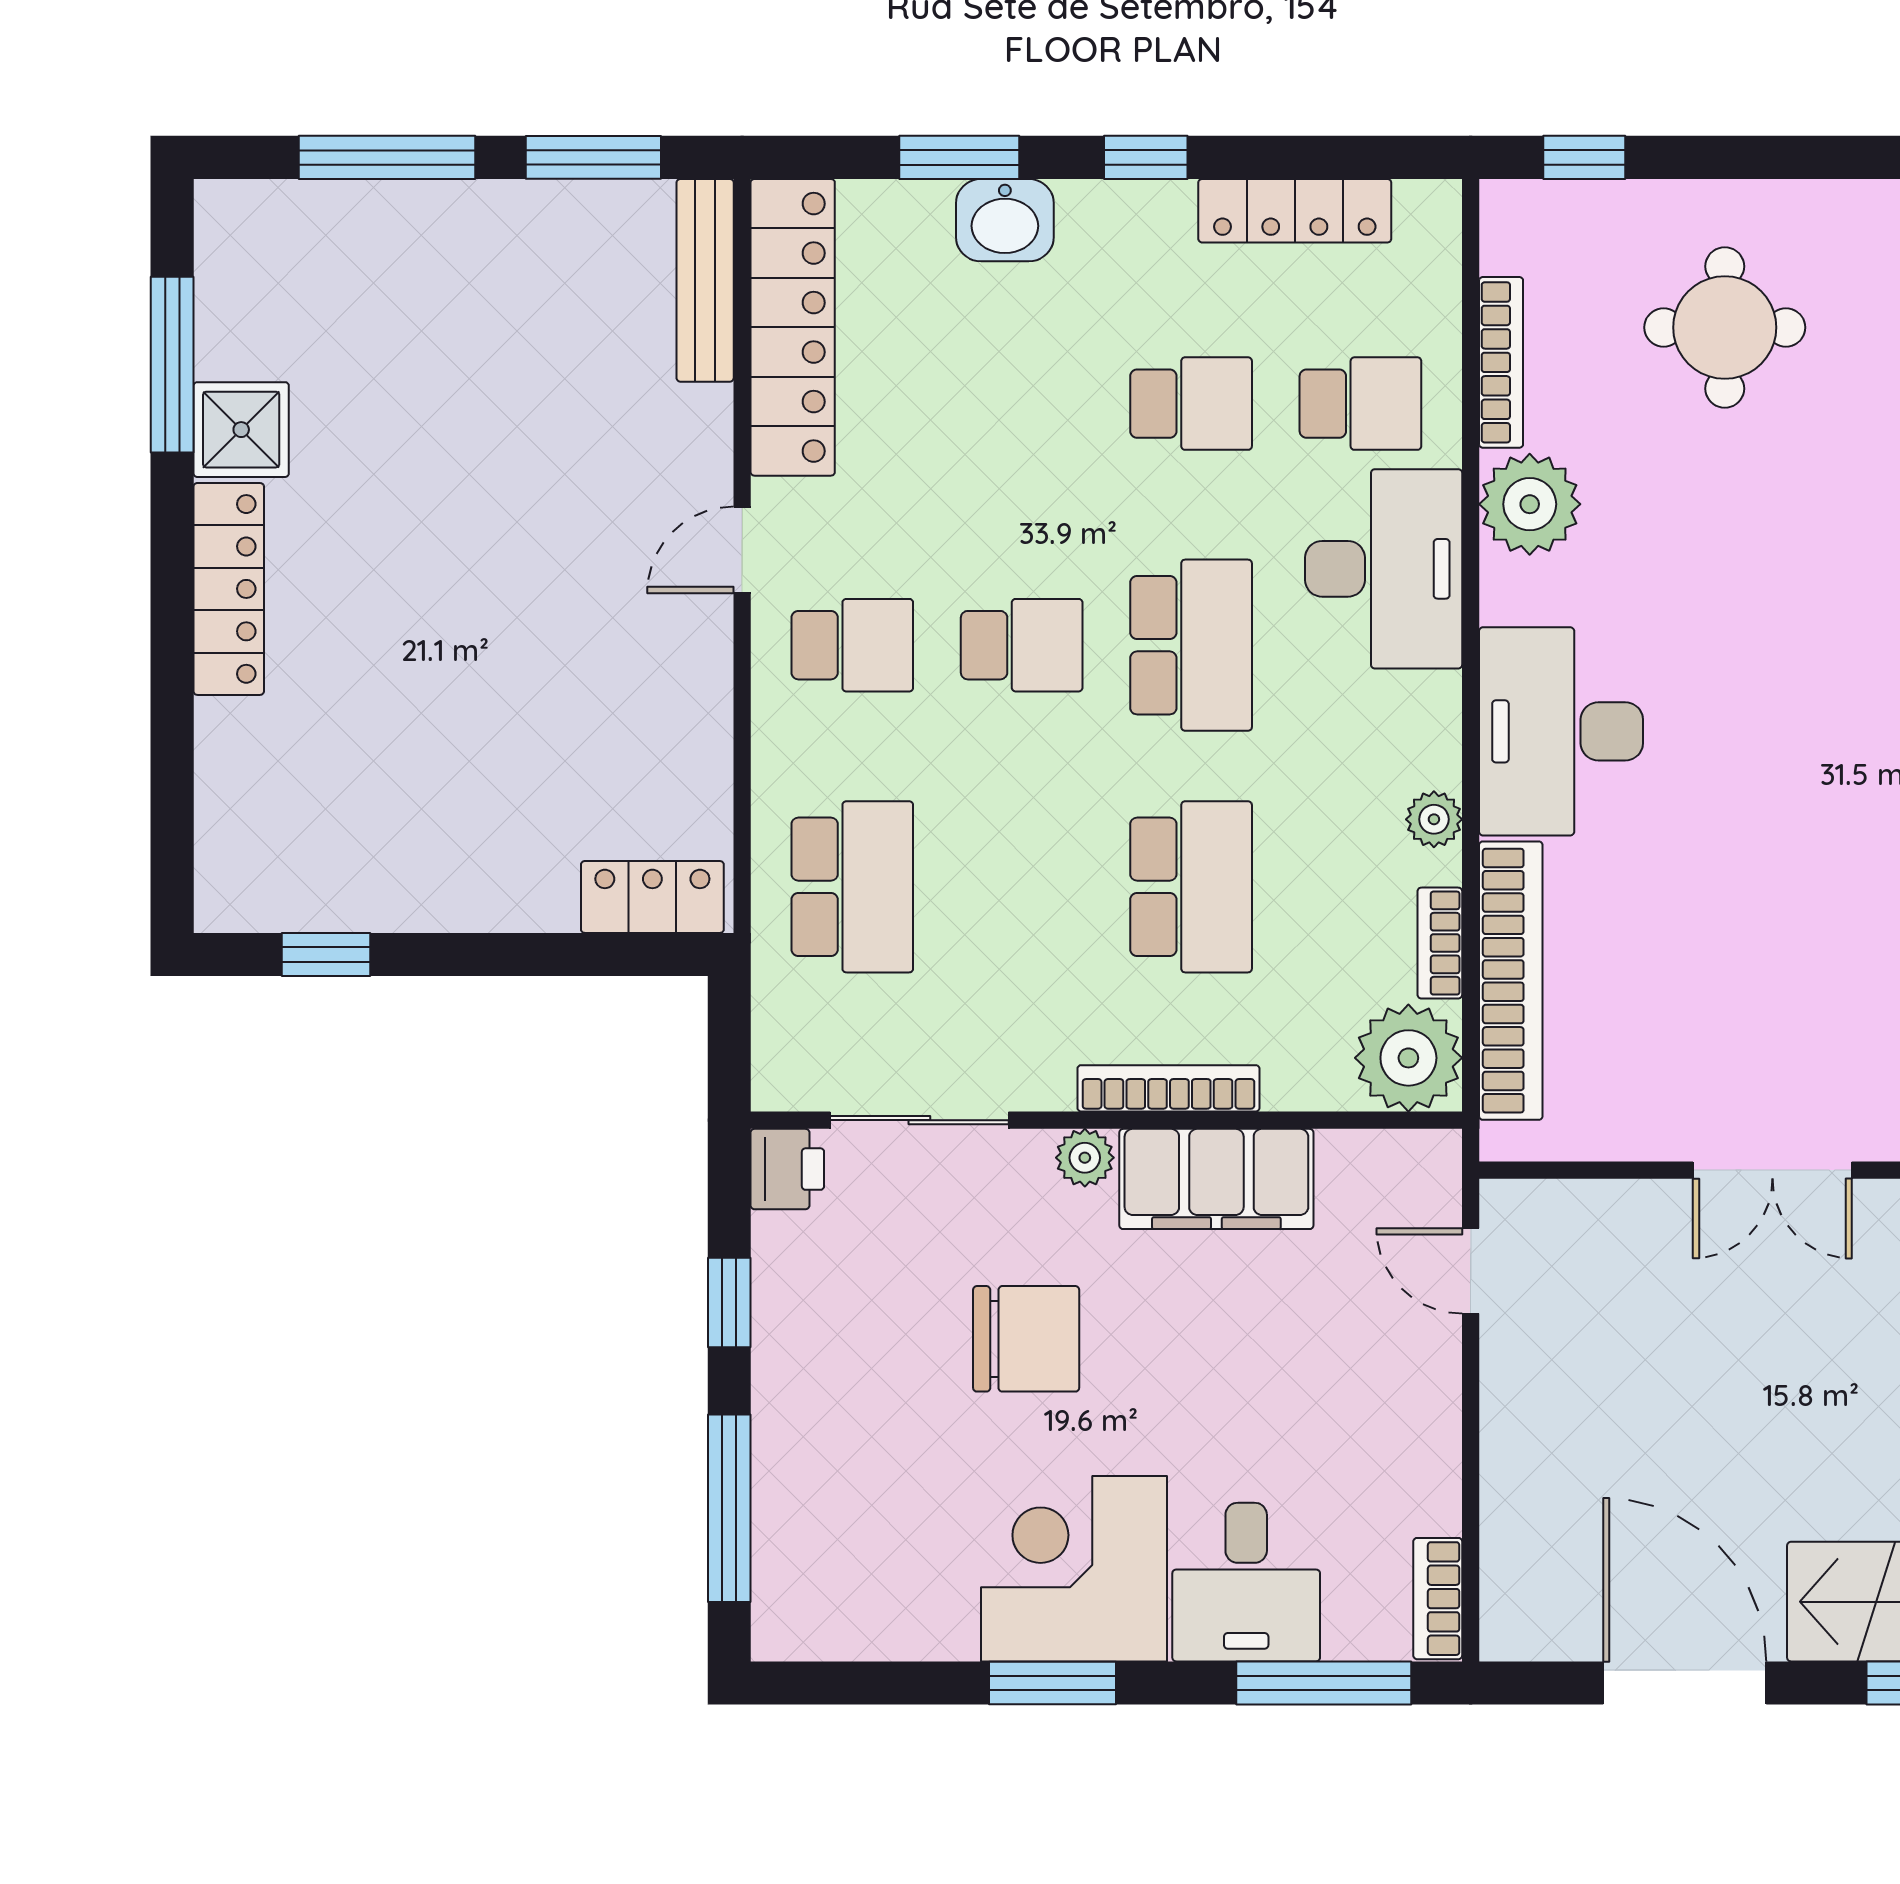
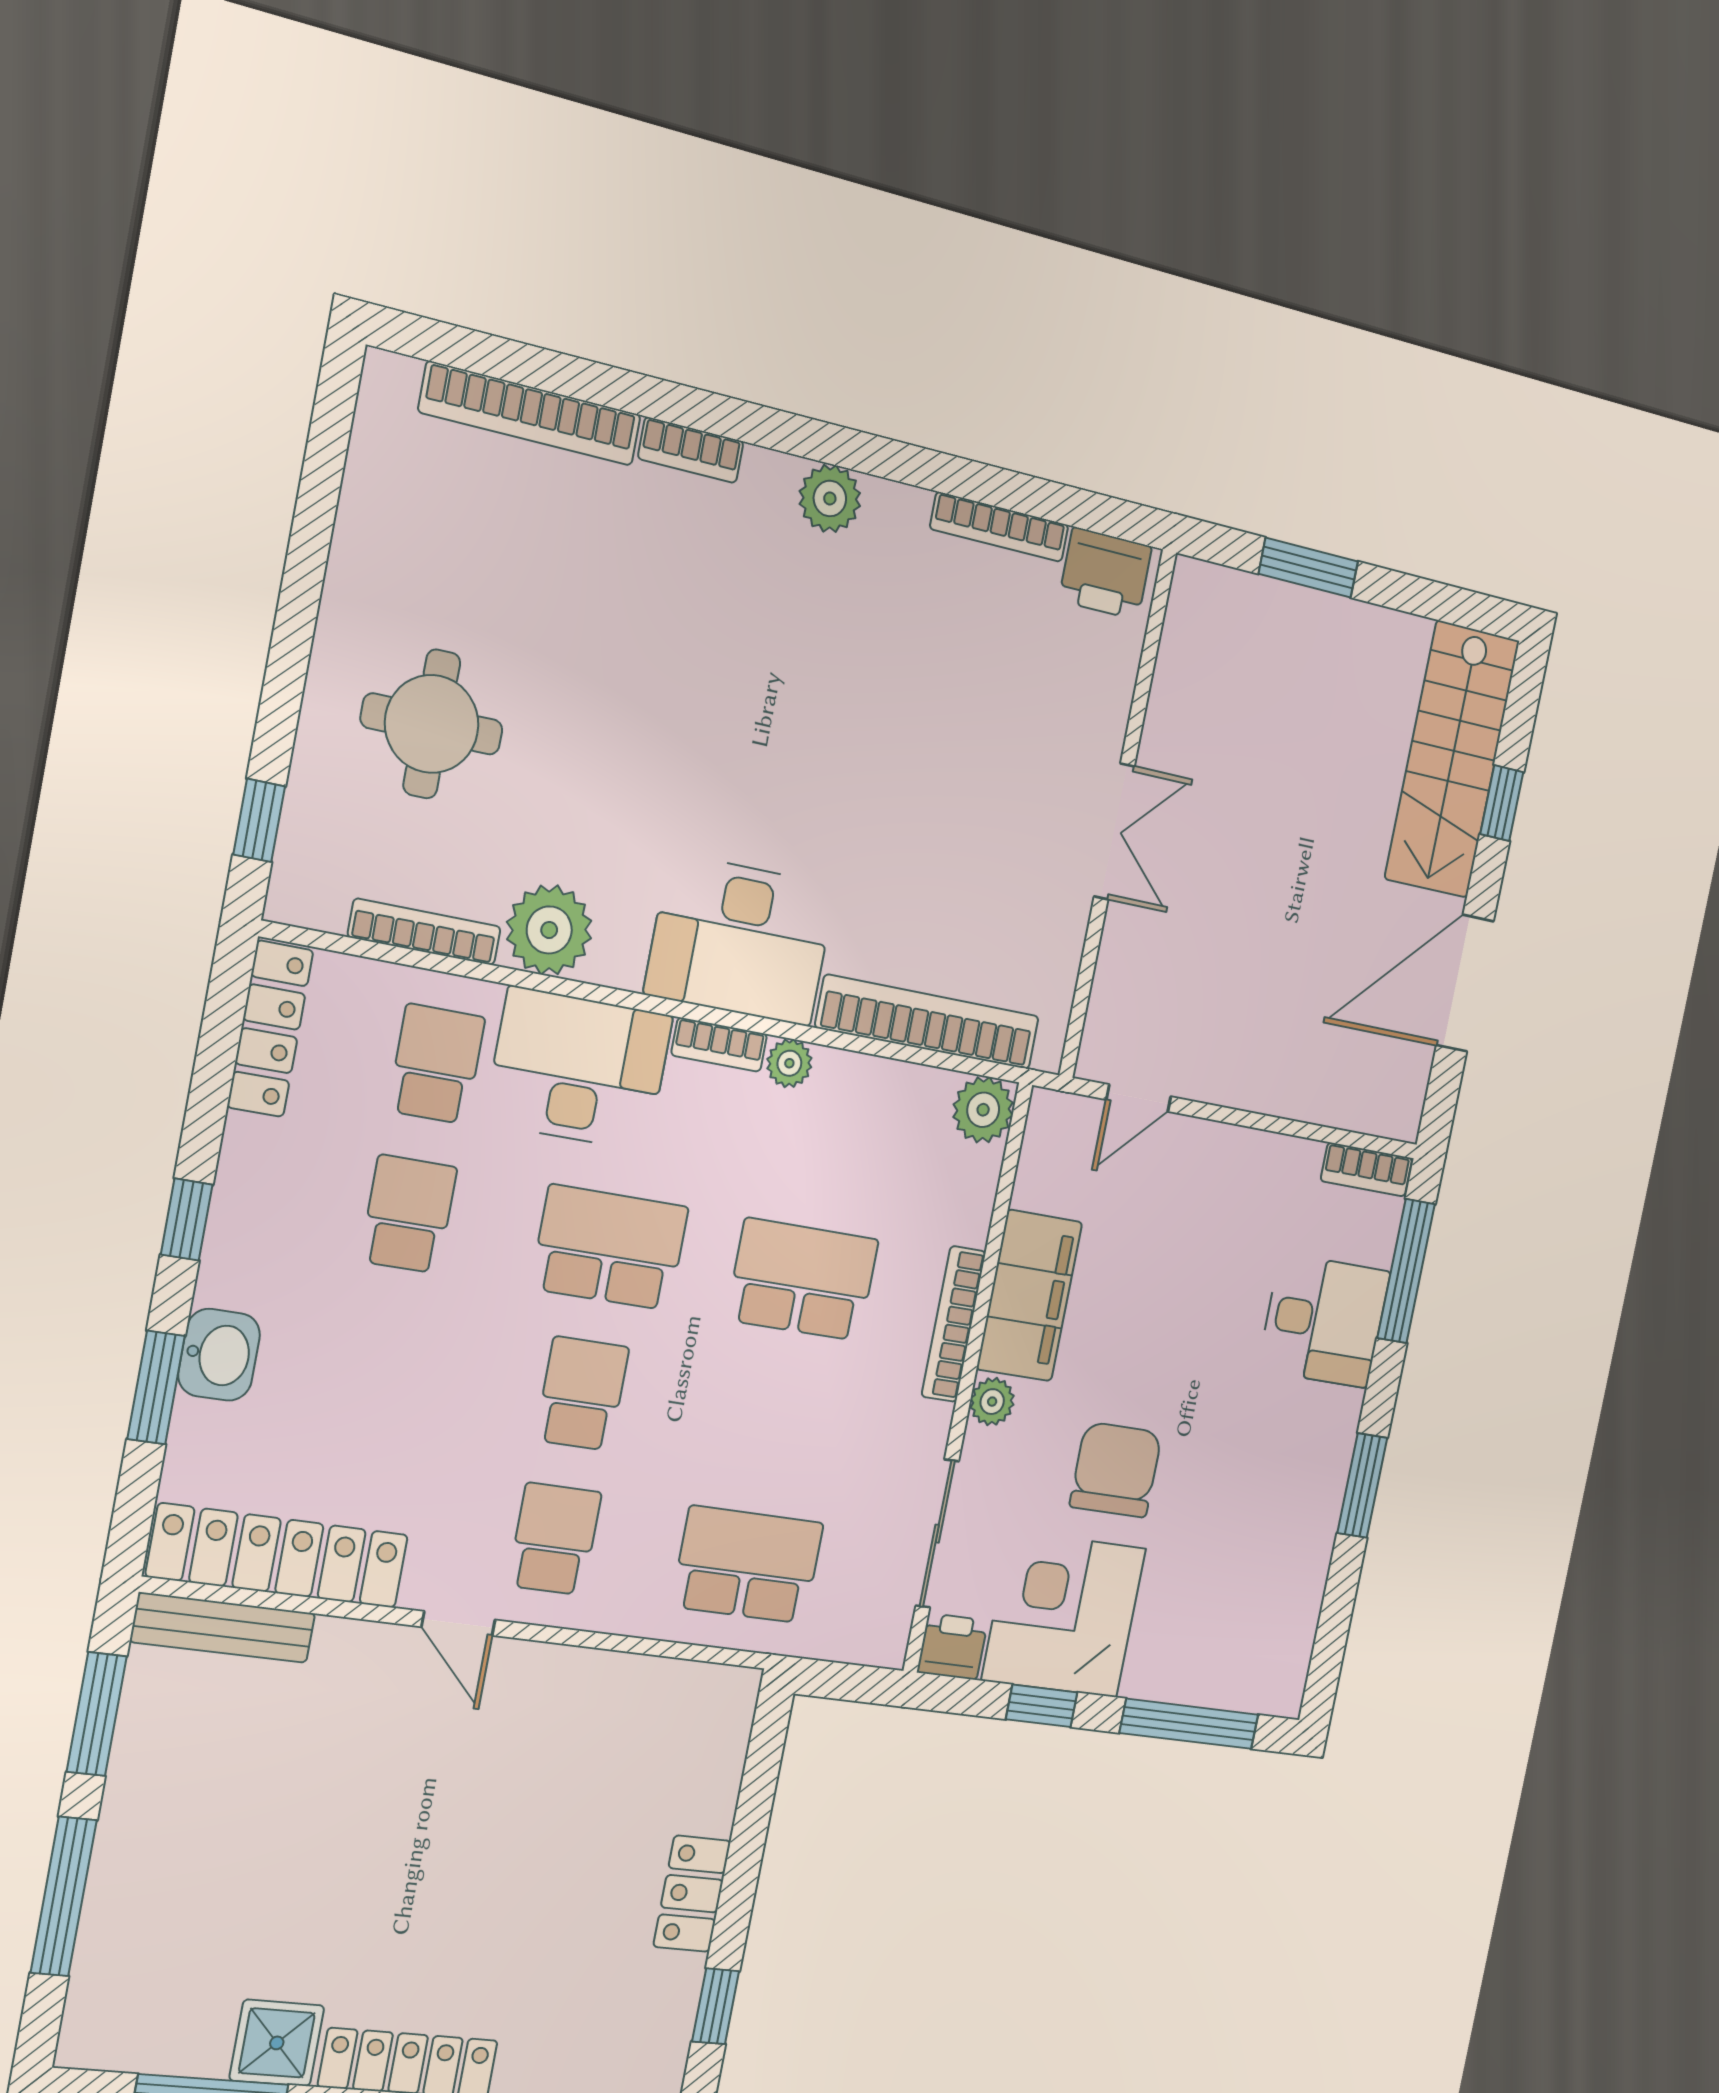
locker: (1295, 211) -> (270, 1029), moved
locker: (652, 897) -> (692, 1894), moved
bookcase: (1440, 943) -> (719, 1045), moved
plant: (1408, 1058) -> (983, 1110), width x0.73, depth x0.73
corner desk: (1074, 1569) -> (1064, 1614), moved, turned 90

